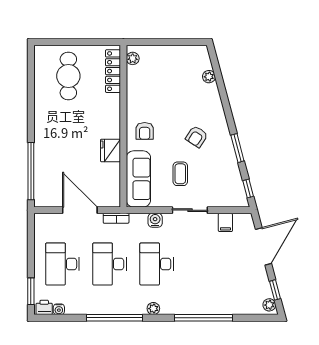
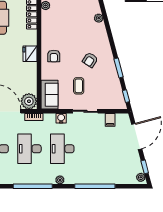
fridge: (110, 150) -> (30, 54), moved
sofa: (138, 179) -> (49, 95), width x0.73
plant: (109, 196) -> (29, 101), added

